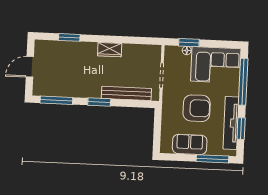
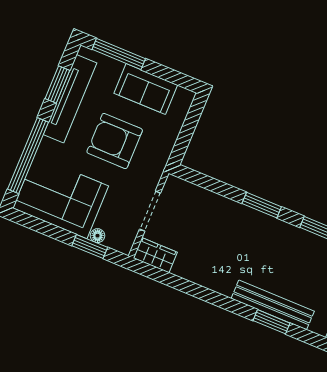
wardrobe: (110, 50) -> (155, 255), moved
bench: (126, 93) -> (273, 305), moved

